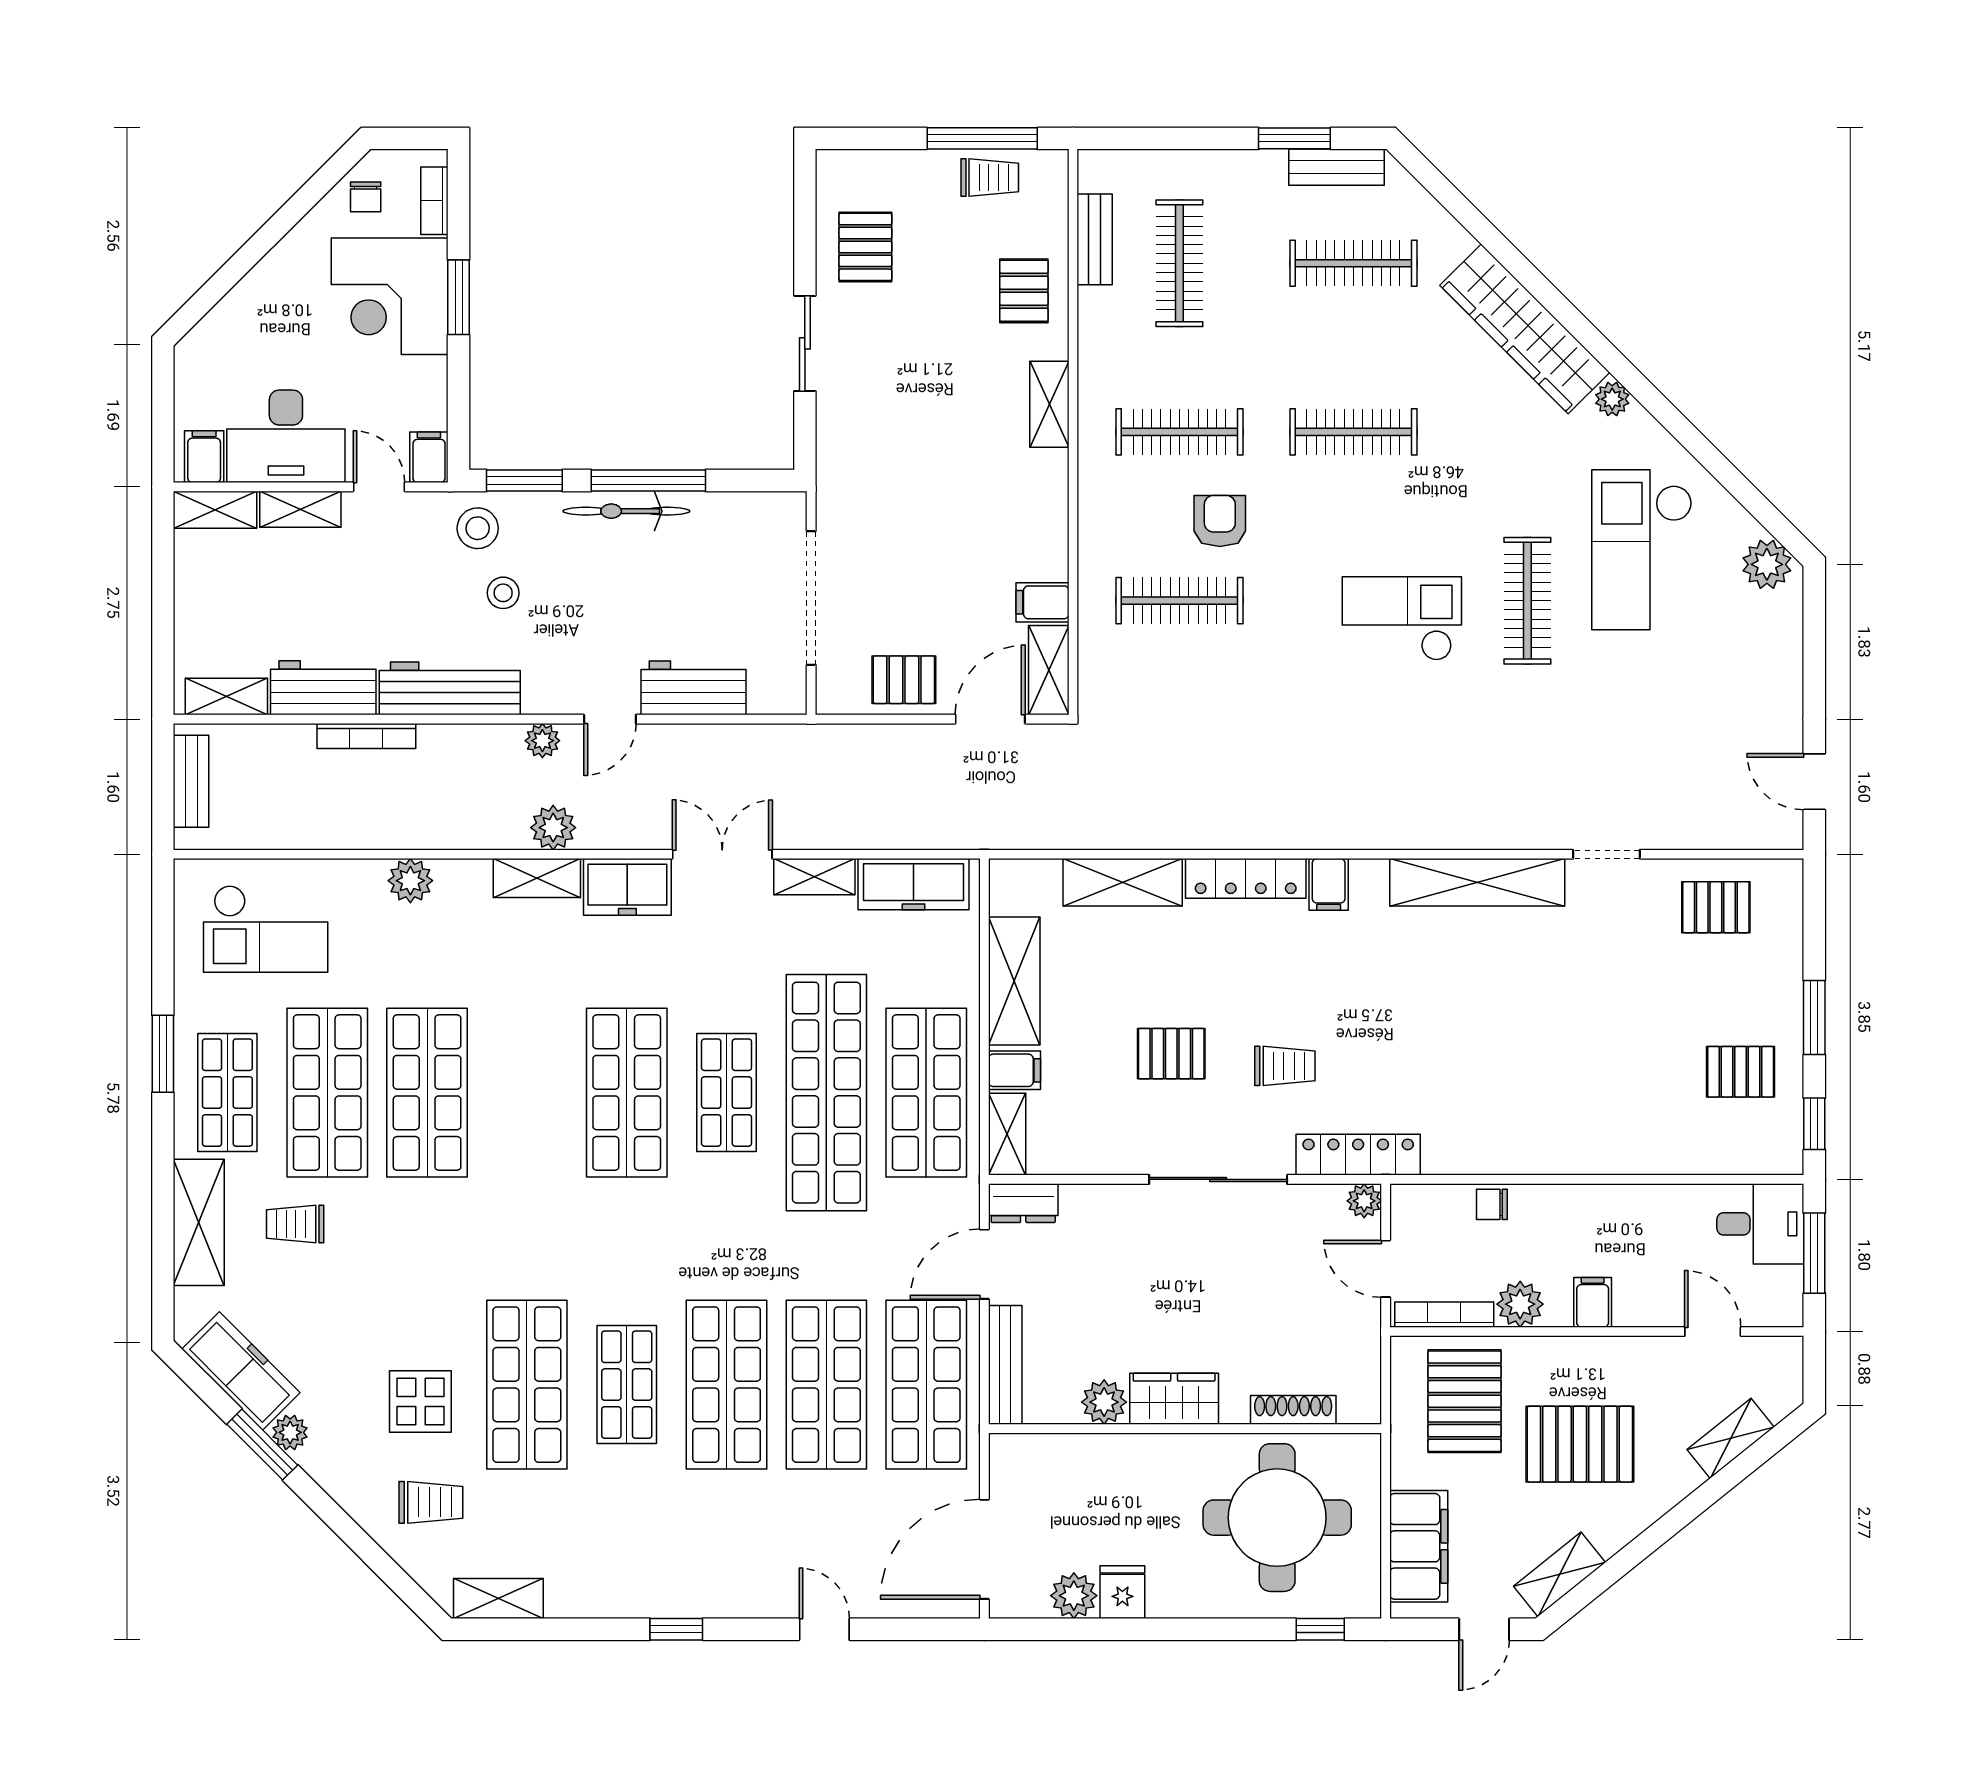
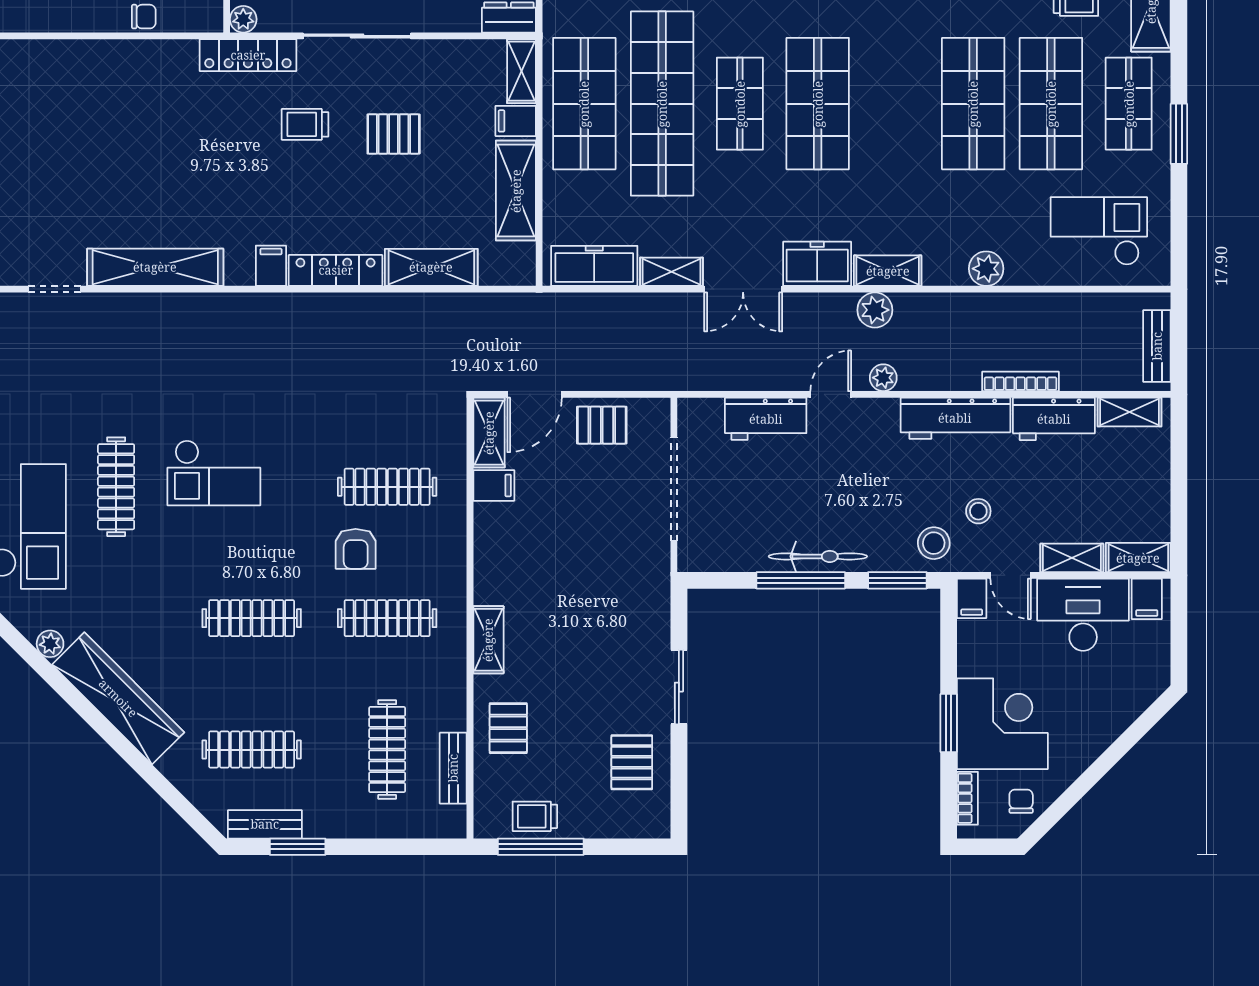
stool: (503, 593) -> (978, 511), moved

